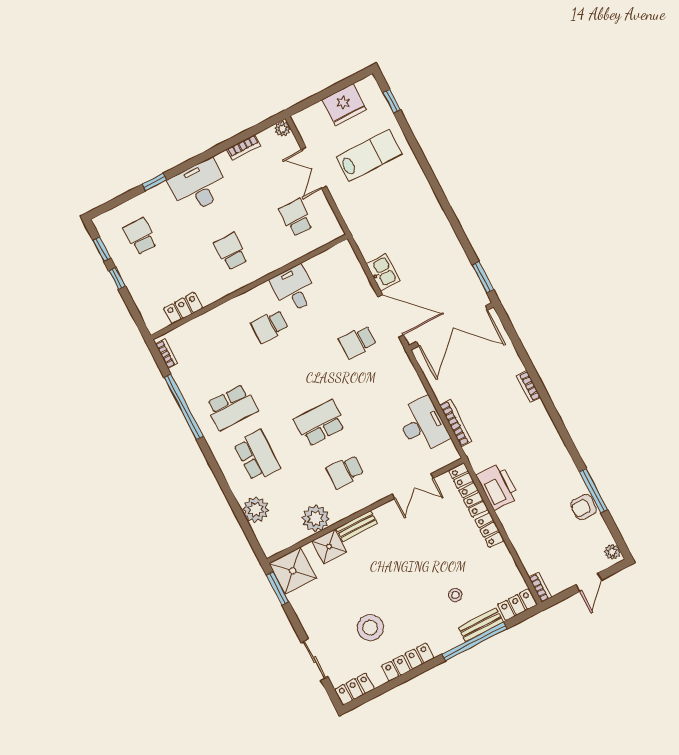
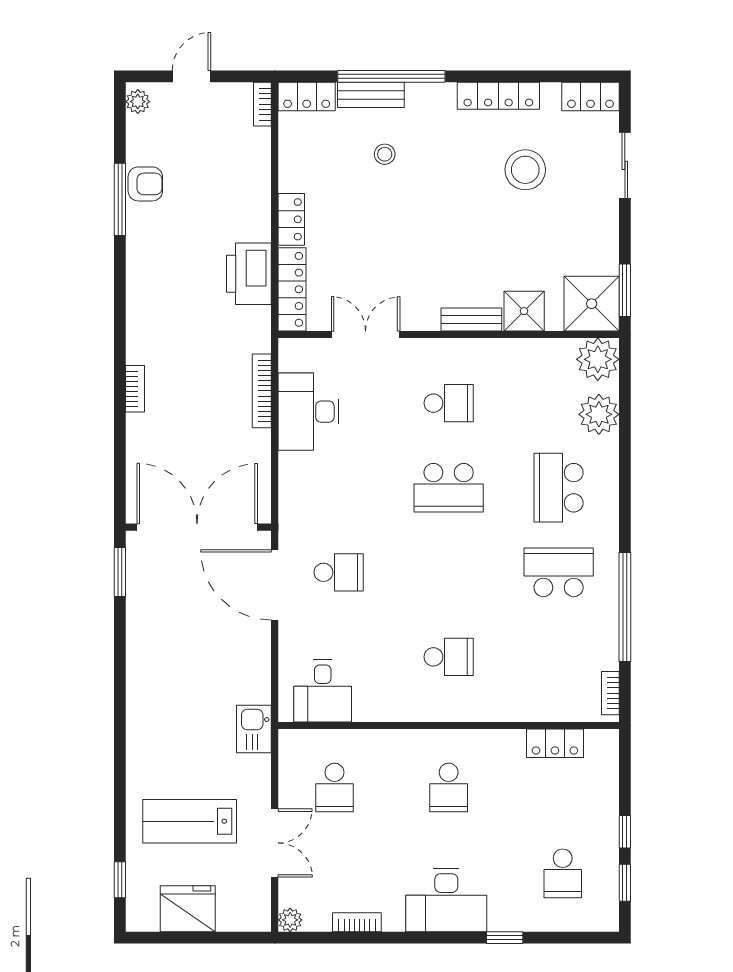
kitchen sink: (383, 272) -> (254, 729), moved
desk: (294, 289) -> (323, 691), moved
plant: (316, 518) -> (598, 359), moved

